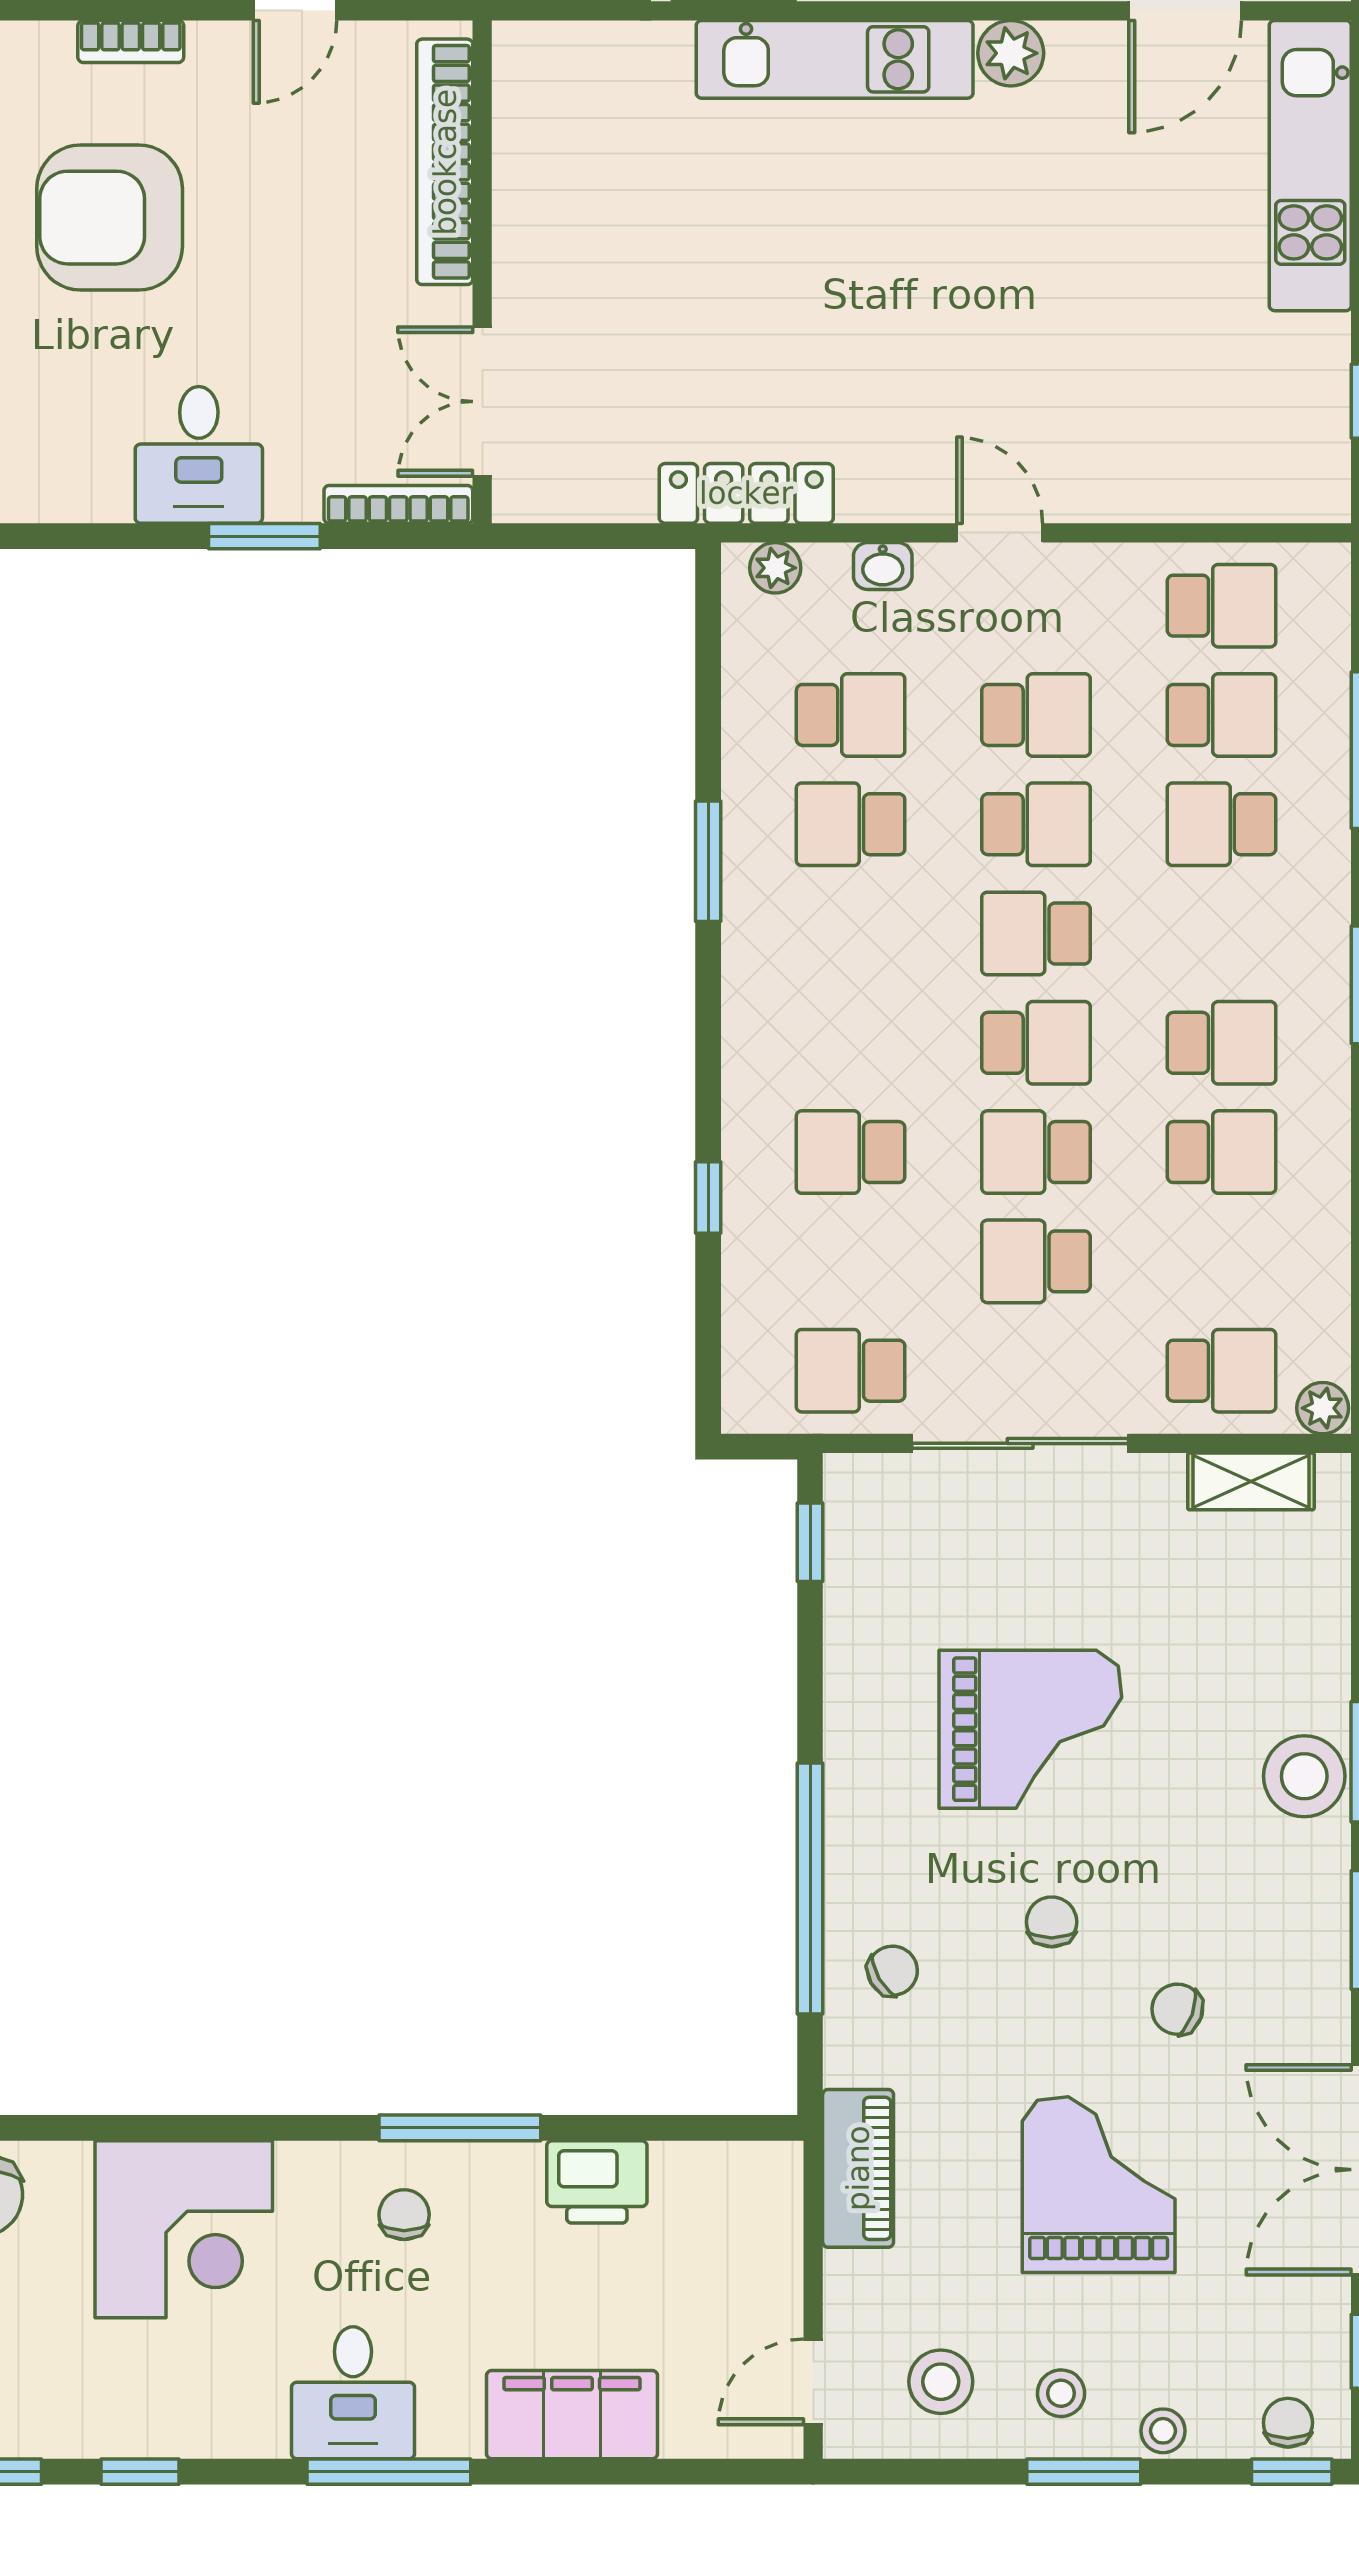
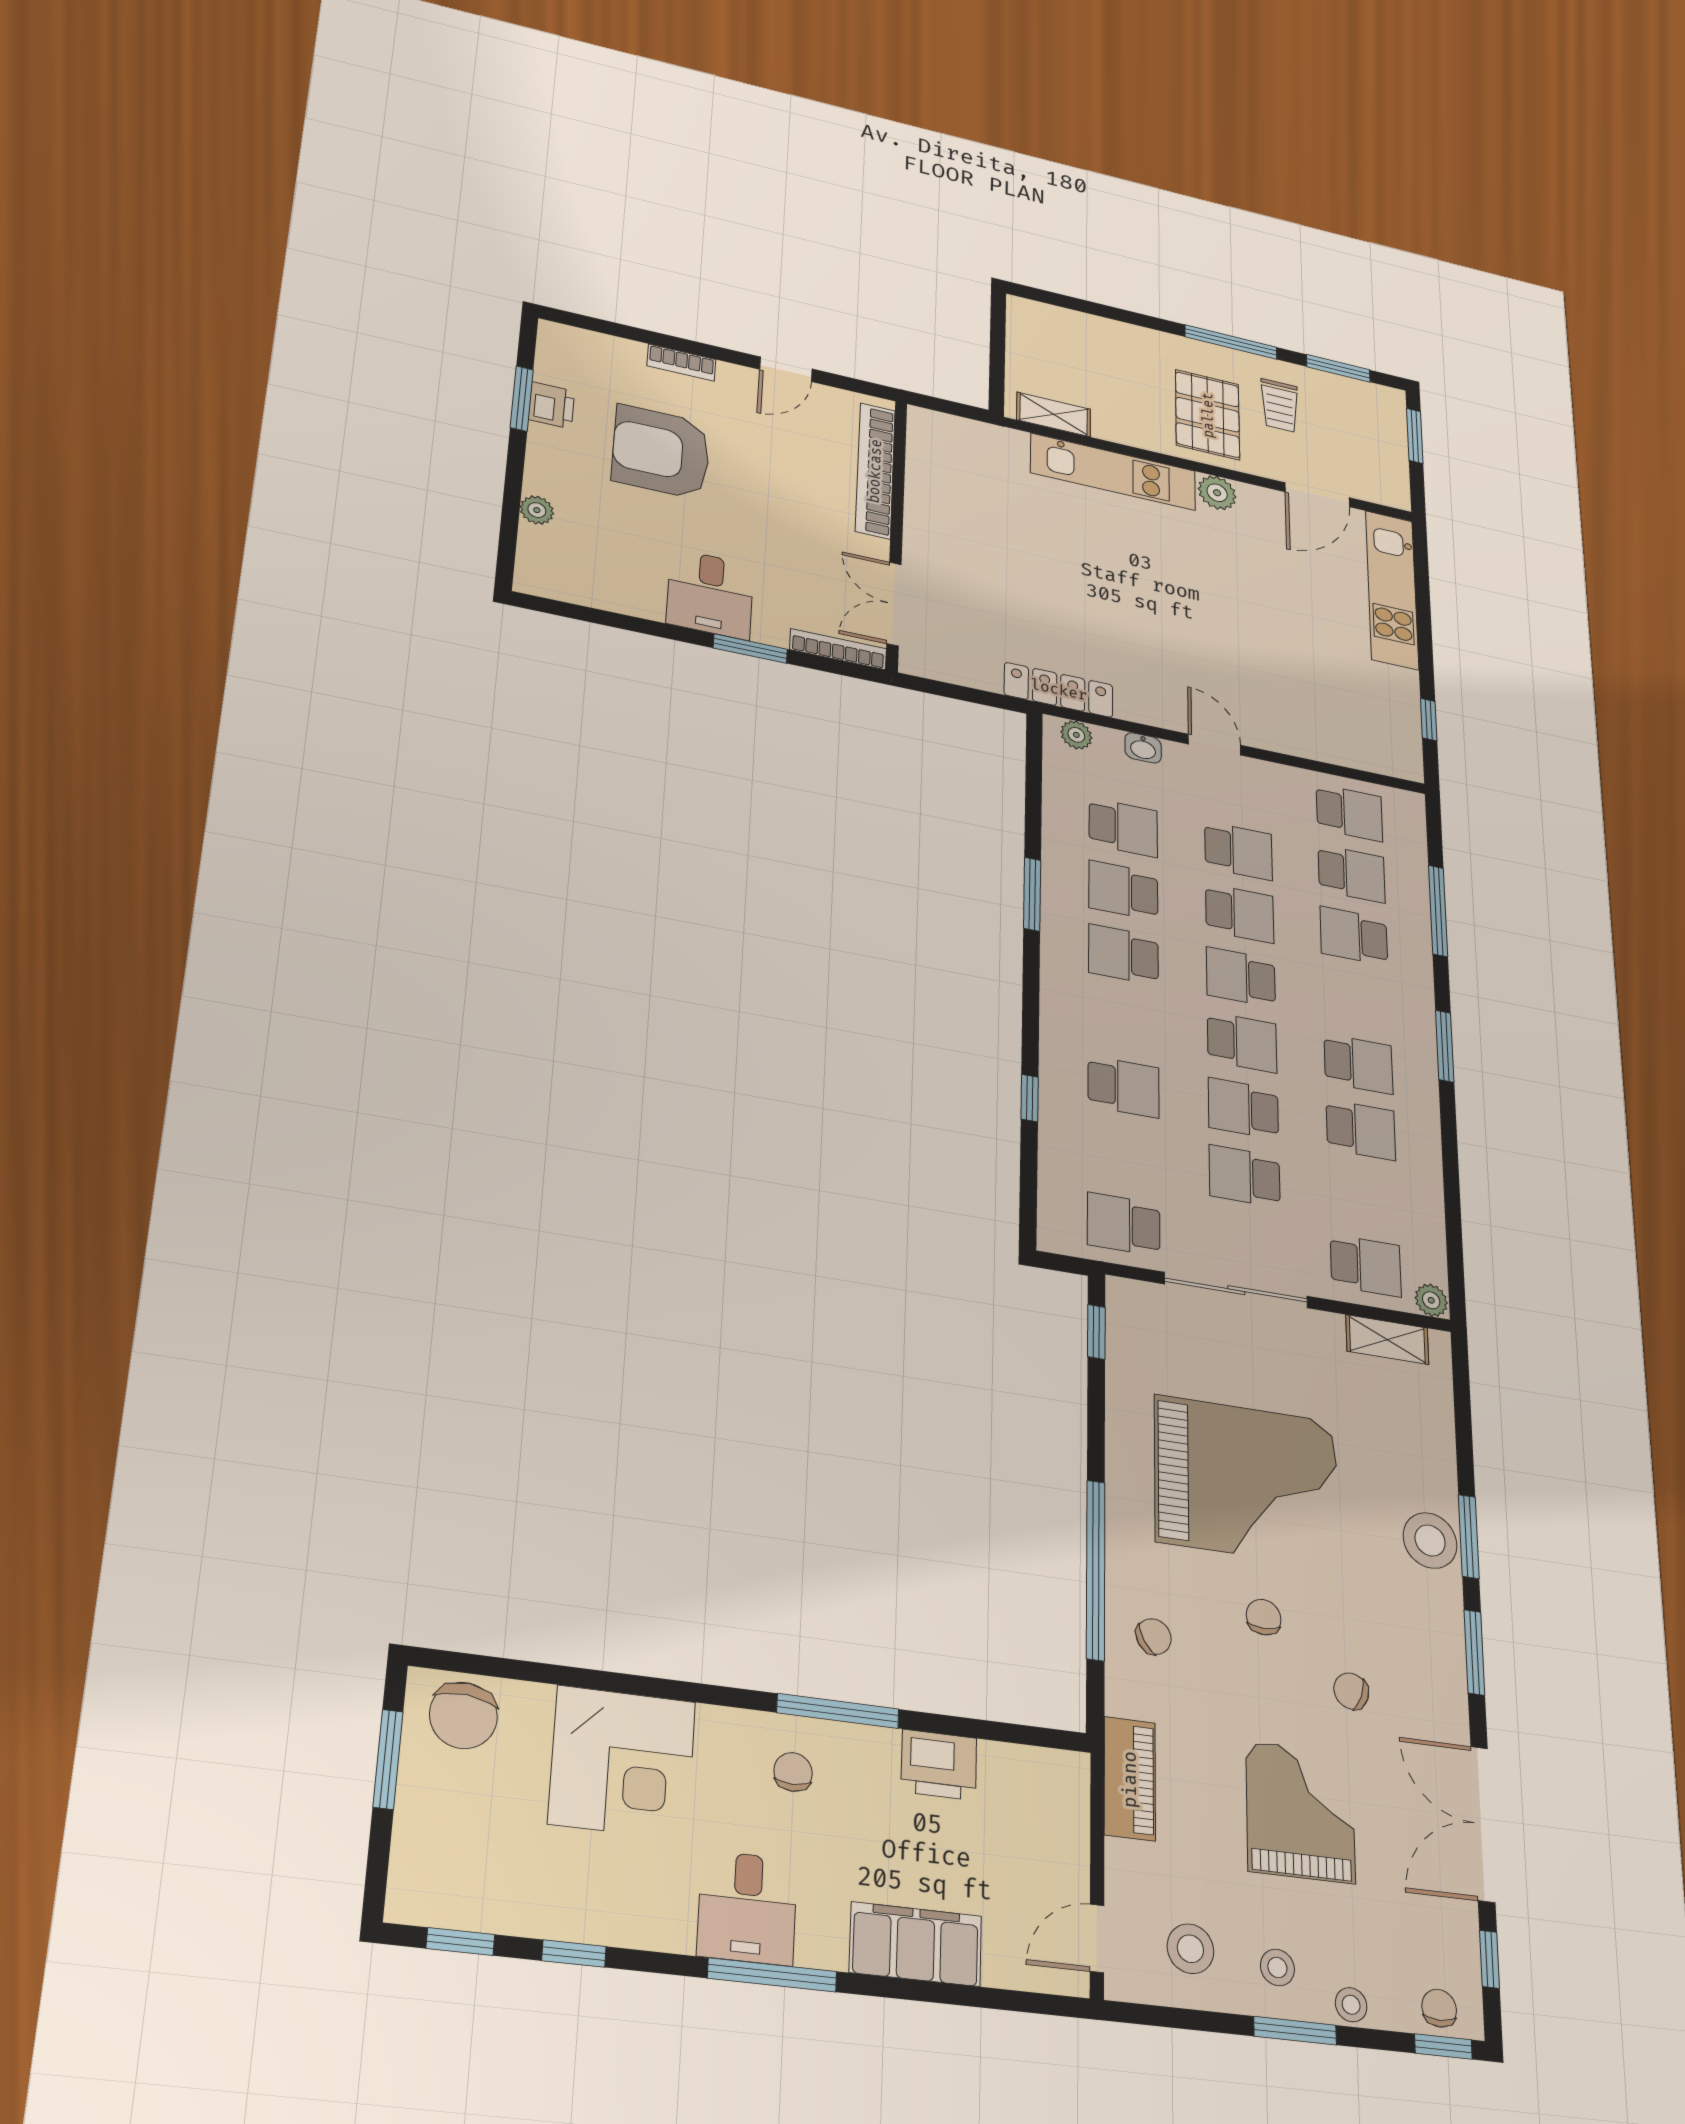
school desk: (851, 934) -> (1123, 955), added
school desk: (851, 1152) -> (1124, 1087), turned 180
grand piano: (1030, 1729) -> (1247, 1481), width x1.37, depth x1.48

